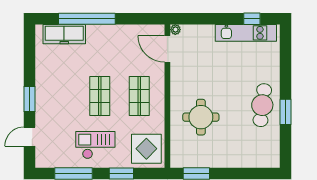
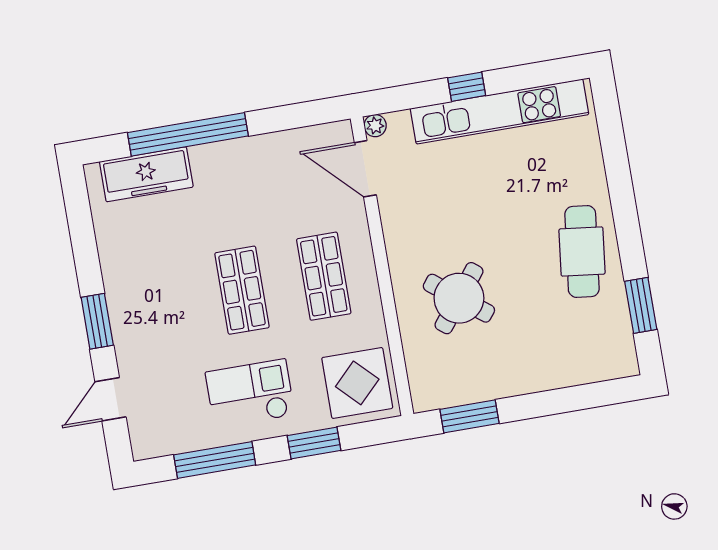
window: (252, 19) -> (467, 87), moved
kitchen unit: (246, 33) -> (499, 111), width x1.36
window: (286, 112) -> (641, 305), moved
round table: (201, 117) -> (459, 298), turned 38

